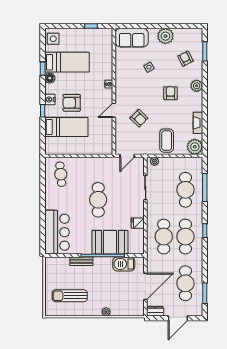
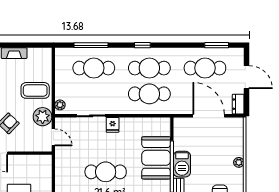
plant: (195, 147) -> (43, 117), moved
fridge: (138, 223) -> (113, 125), moved
barbecue: (124, 264) -> (182, 164), moved

